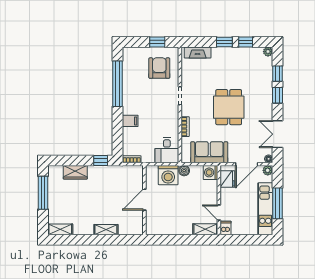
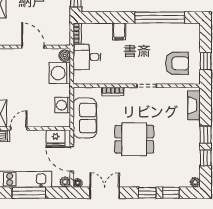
desk: (167, 150) -> (87, 57), moved
boiler: (184, 171) -> (65, 55), moved
washing machine: (211, 172) -> (63, 105), moved, turned -90

